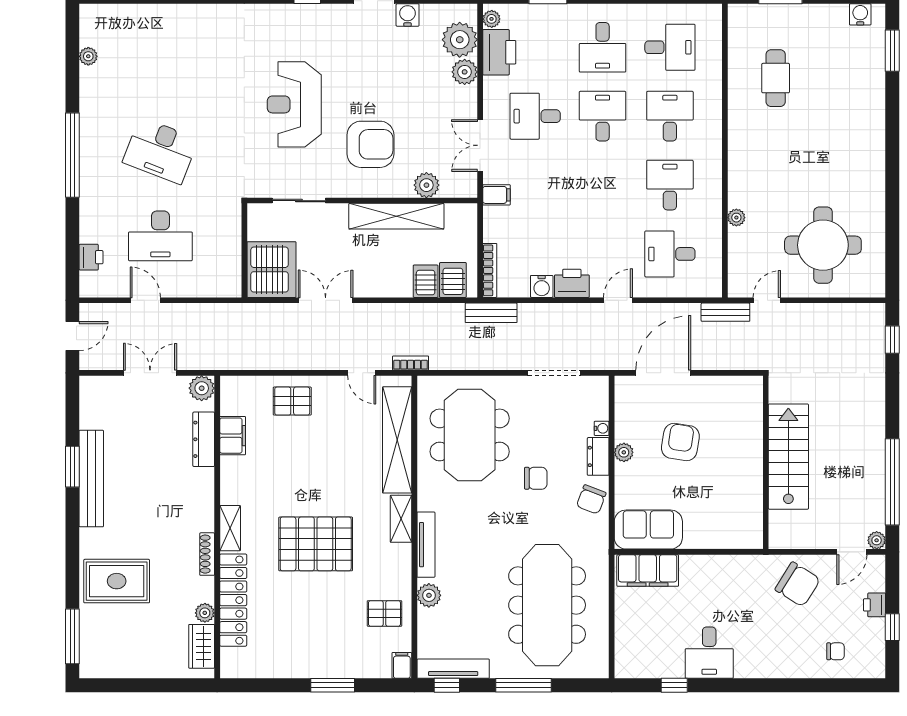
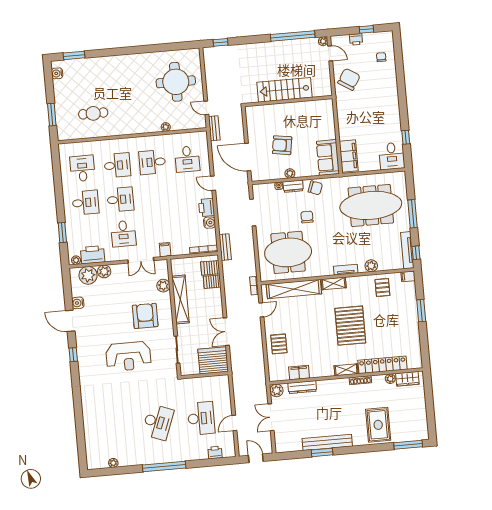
desk: (603, 116) -> (120, 199), turned 180
desk: (670, 116) -> (117, 165), turned 180
tv unit: (426, 545) -> (346, 270), width x0.71
desk: (709, 653) -> (392, 156), moved, turned 90

